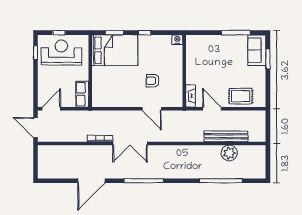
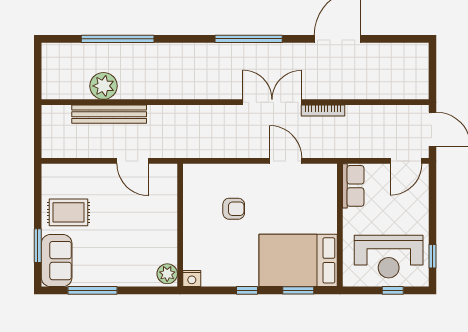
plant: (192, 42) -> (167, 274), added
fireplace: (191, 96) -> (169, 183), removed
rug: (241, 96) -> (68, 212), moved
door: (152, 109) -> (286, 161), moved

